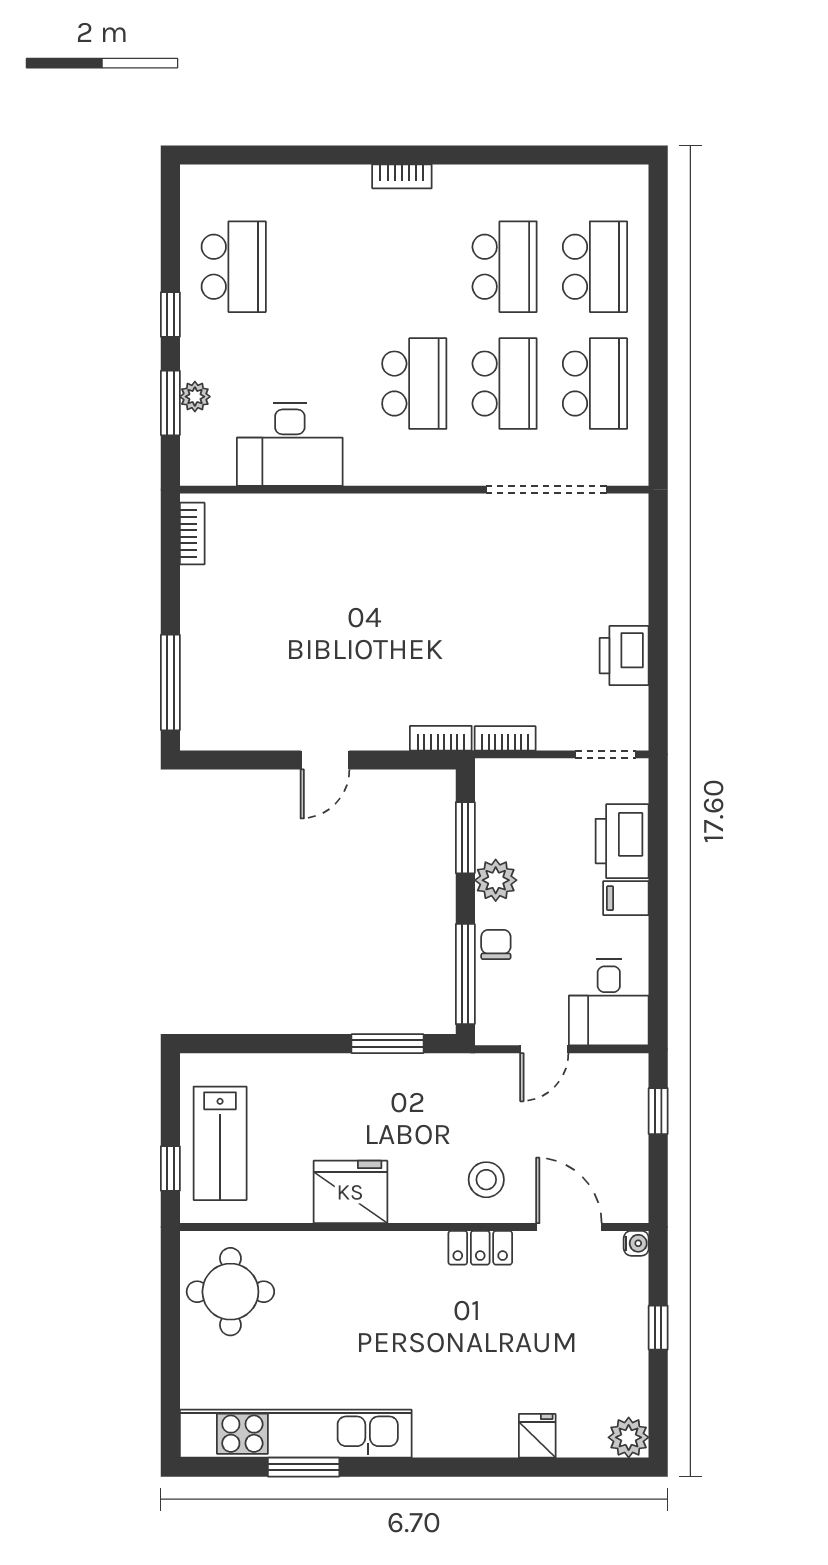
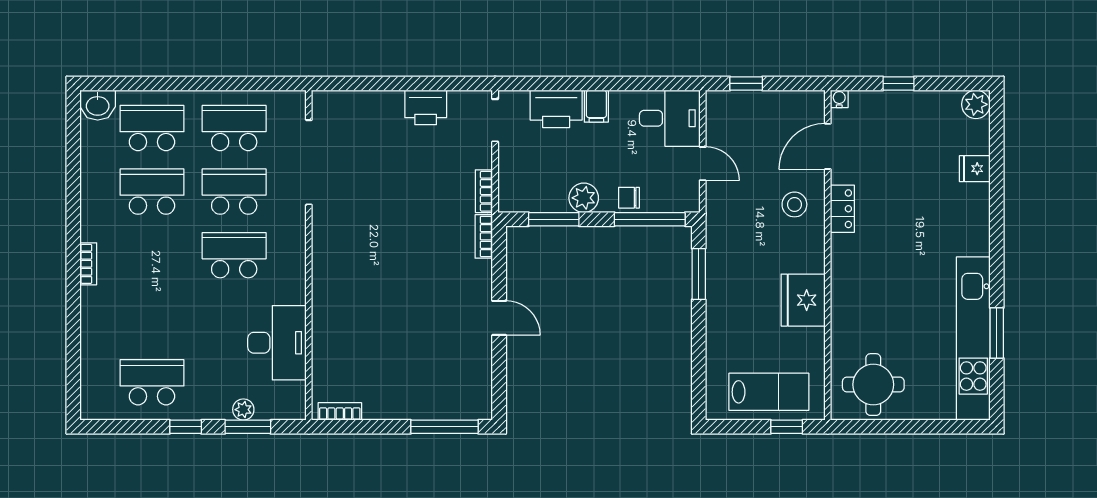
washbasin: (627, 190) -> (98, 105), added

